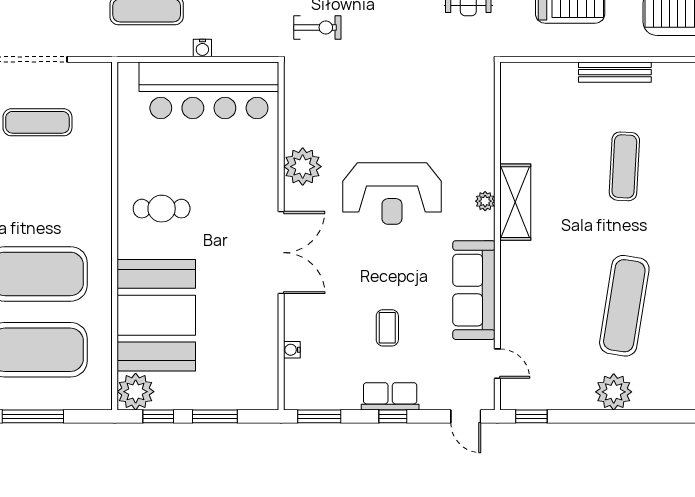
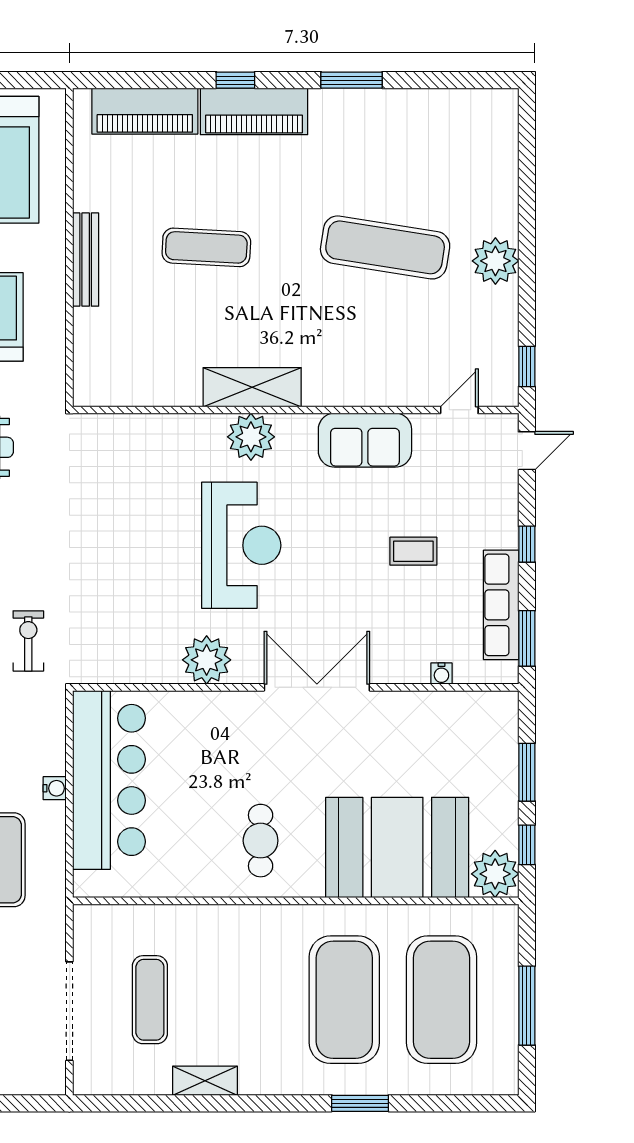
plant: (485, 201) -> (251, 437), width x1.88, depth x1.88
sofa: (474, 290) -> (365, 440), width x0.73
row of seats: (390, 396) -> (501, 605), moved, width x1.48

